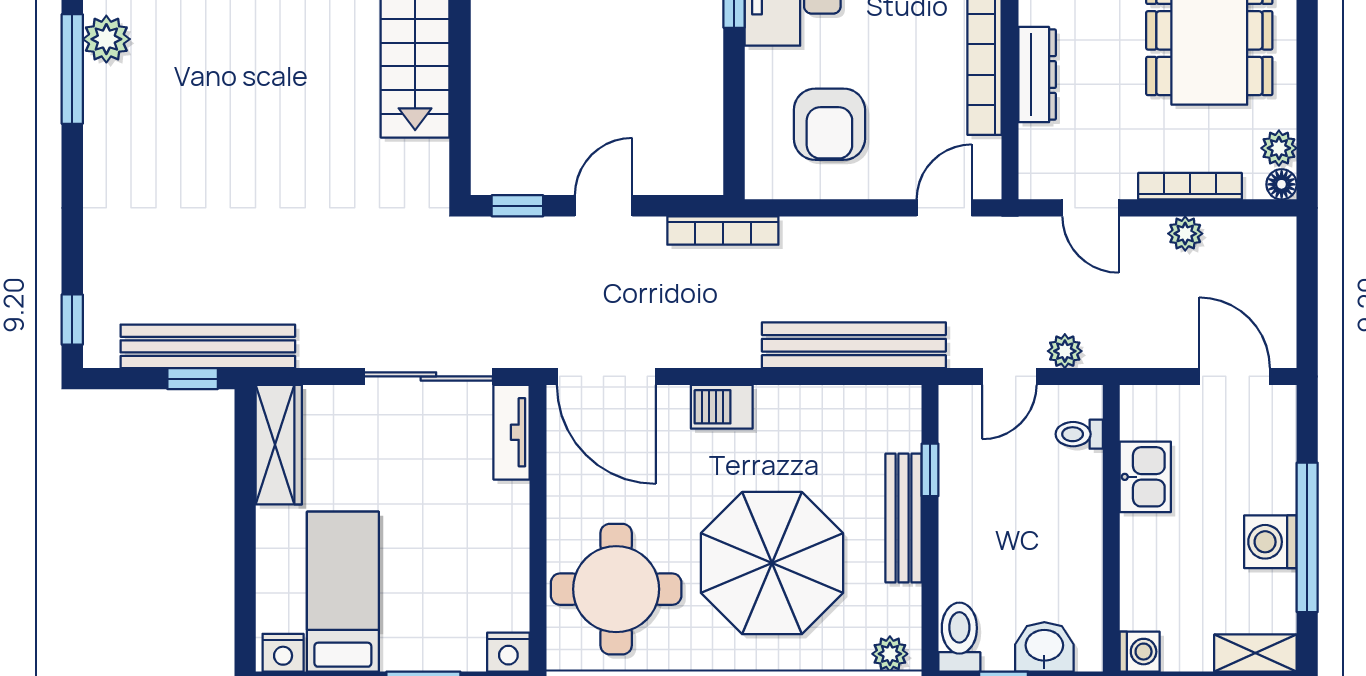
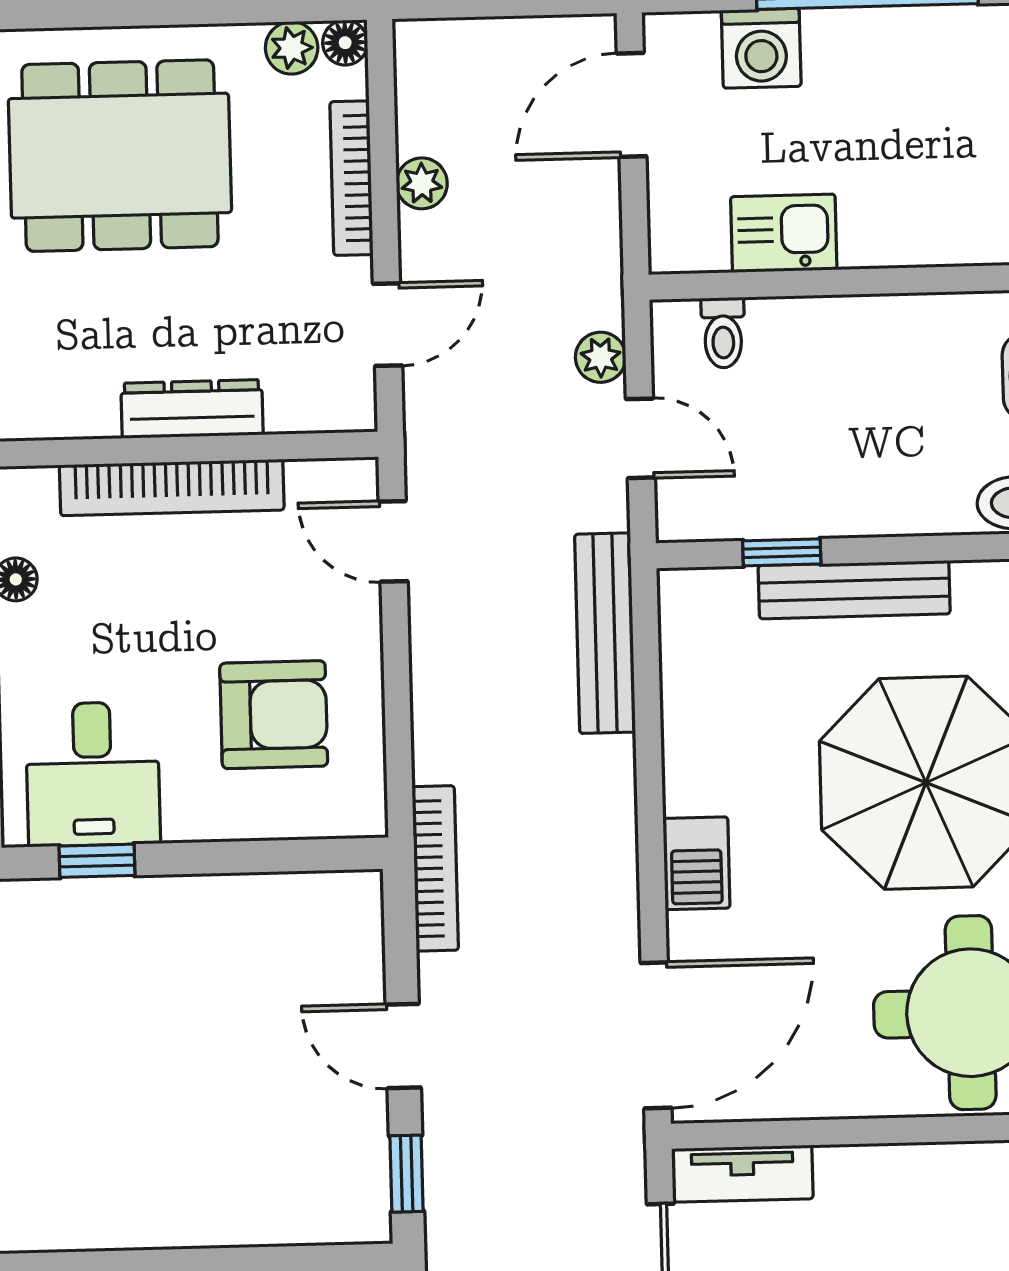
bench: (854, 345) -> (605, 633), width x0.73, depth x0.82
washing machine: (1270, 542) -> (761, 48), moved

